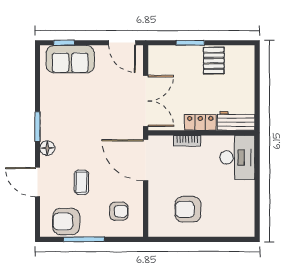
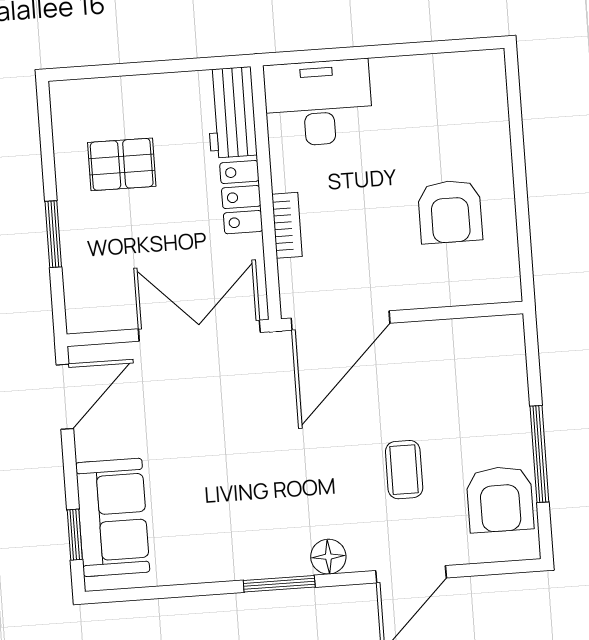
pallet: (214, 61) -> (122, 164), moved
coffee table: (81, 182) -> (404, 470), turned 90
armchair: (119, 211) -> (467, 376), removed

